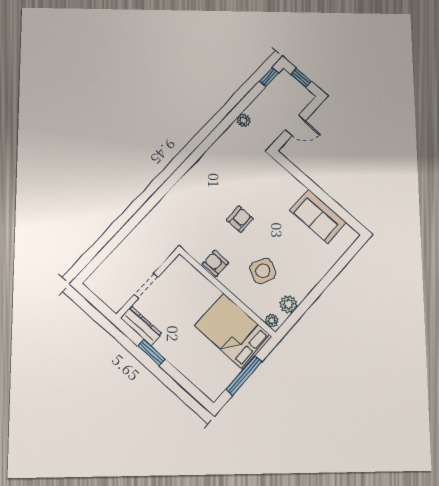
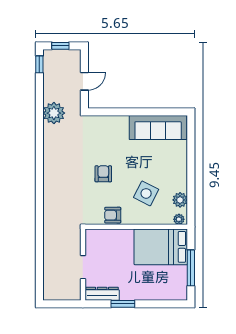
plant: (243, 120) -> (54, 113), width x1.87, depth x1.87
sofa: (318, 216) -> (158, 127), width x1.36

